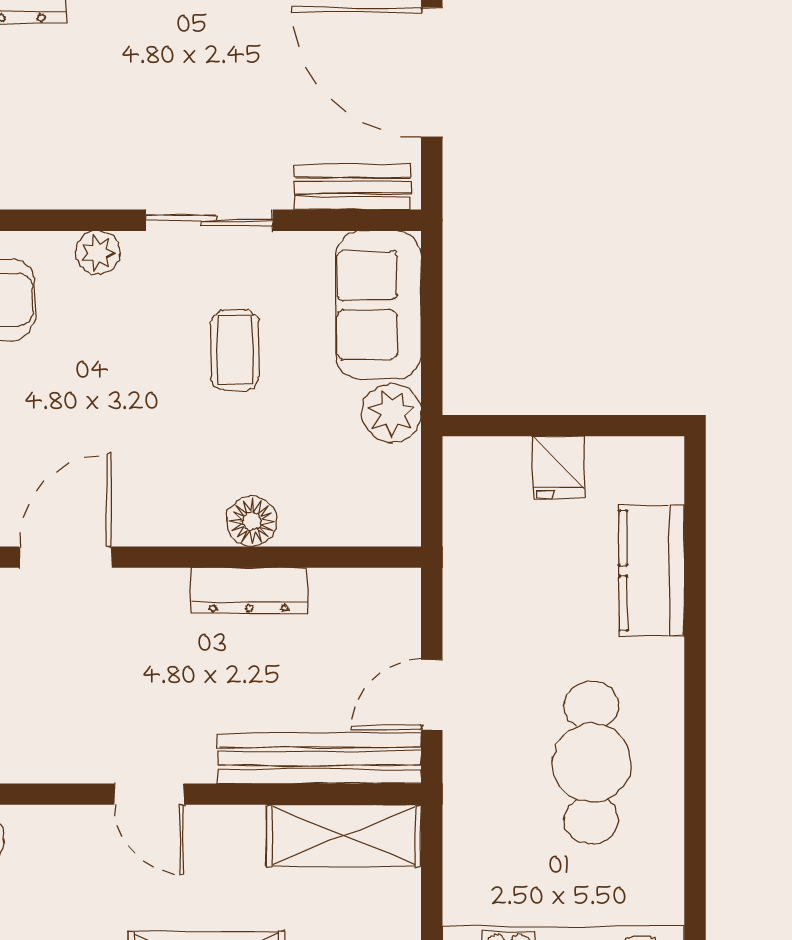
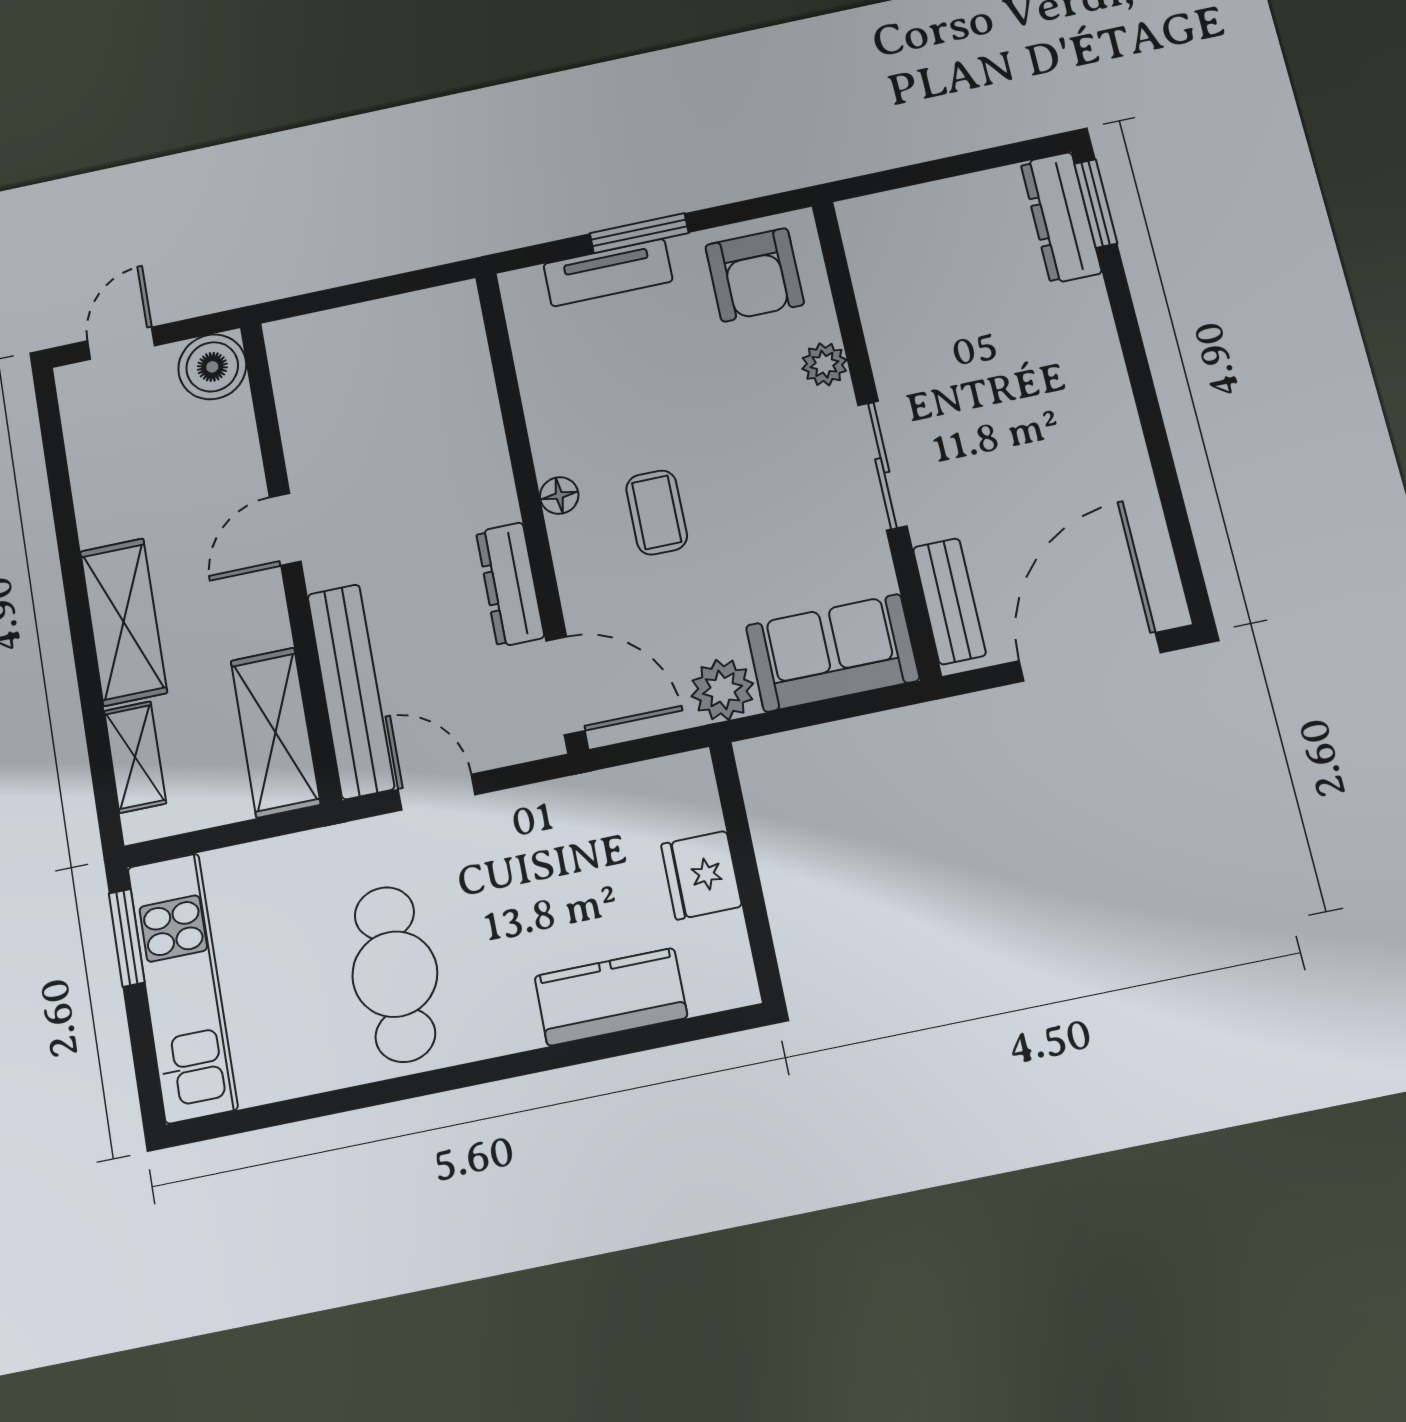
coffee table: (235, 350) -> (657, 512), moved, turned 90
fridge: (559, 467) -> (701, 875), width x1.38
floor lamp: (252, 521) -> (559, 496), moved, width x0.73, depth x0.73
door: (66, 557) -> (565, 686), moved
cafe table: (591, 763) -> (395, 974), turned 90

